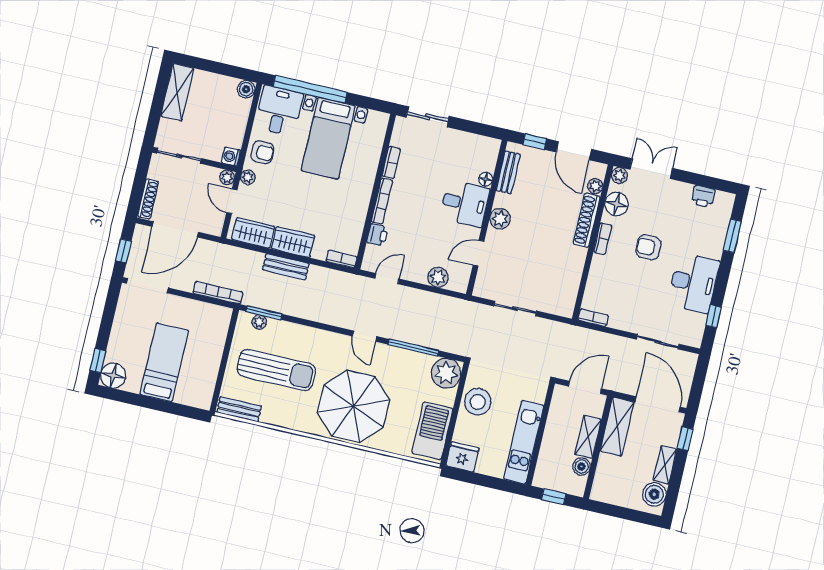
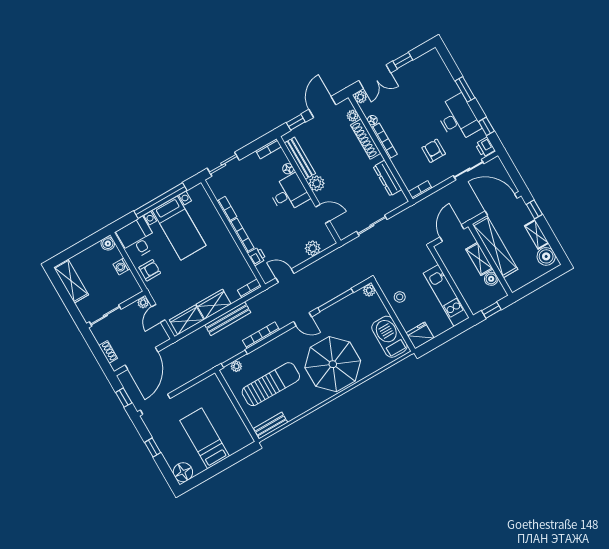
window: (310, 89) -> (160, 201), moved
bookcase: (485, 142) -> (269, 149), added
door: (574, 151) -> (322, 107), swing flipped
washing machine: (231, 157) -> (121, 266), moved
double door: (651, 169) -> (375, 77), swing flipped
bench: (508, 172) -> (300, 158), width x1.36
plant: (248, 177) -> (155, 292), removed
window: (693, 178) -> (403, 61), added
printer: (703, 196) -> (485, 147), moved, turned 90
shoe rack: (148, 199) -> (108, 352), width x0.70
door: (232, 201) -> (158, 313), hinge flipped
floor lamp: (617, 204) -> (372, 120), width x0.53, depth x0.53
window: (732, 236) -> (465, 89), moved
bookcase: (603, 239) -> (384, 141), width x1.56
armchair: (648, 247) -> (434, 151), moved, turned 90
door: (478, 253) -> (323, 214), swing flipped
bench: (286, 267) -> (228, 319), width x1.36
dresser: (573, 277) -> (387, 178), added
door: (387, 279) -> (285, 276), hinge flipped
bookcase: (218, 293) -> (261, 335), moved
window: (98, 361) -> (153, 448), moved
plant: (446, 373) -> (369, 290), width x0.53, depth x0.53
stool: (478, 402) -> (400, 297), width x0.53, depth x0.53
shelving: (617, 426) -> (495, 247), width x1.47

